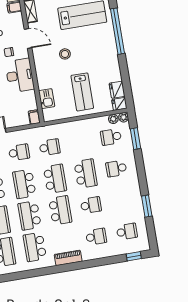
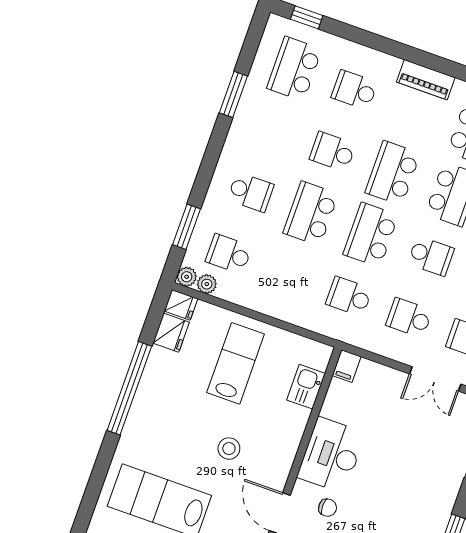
window: (118, 31) -> (129, 388), moved
school desk: (111, 137) -> (229, 254), turned 180
school desk: (24, 184) -> (431, 256), width x0.54
school desk: (127, 232) -> (294, 69), width x1.85

